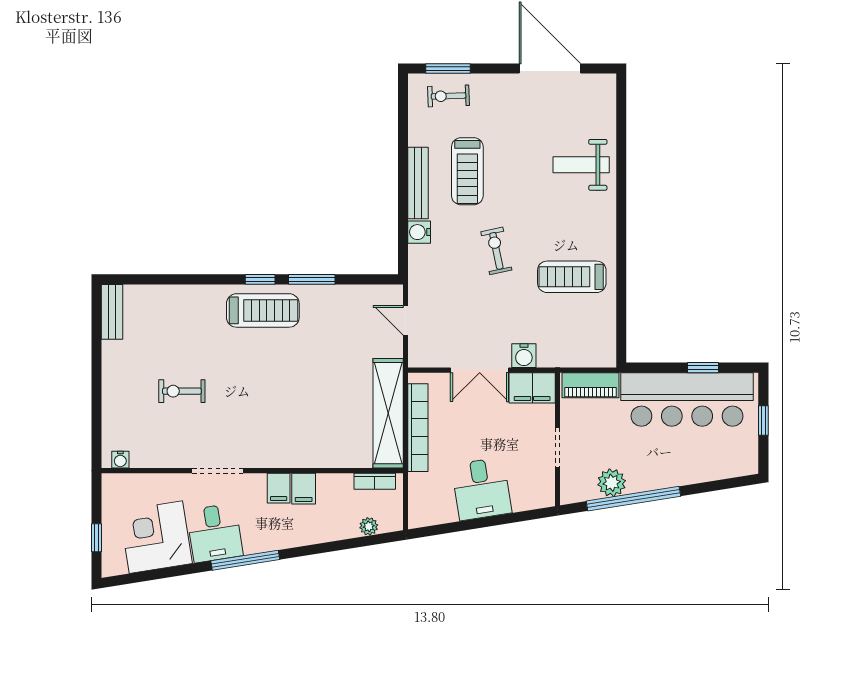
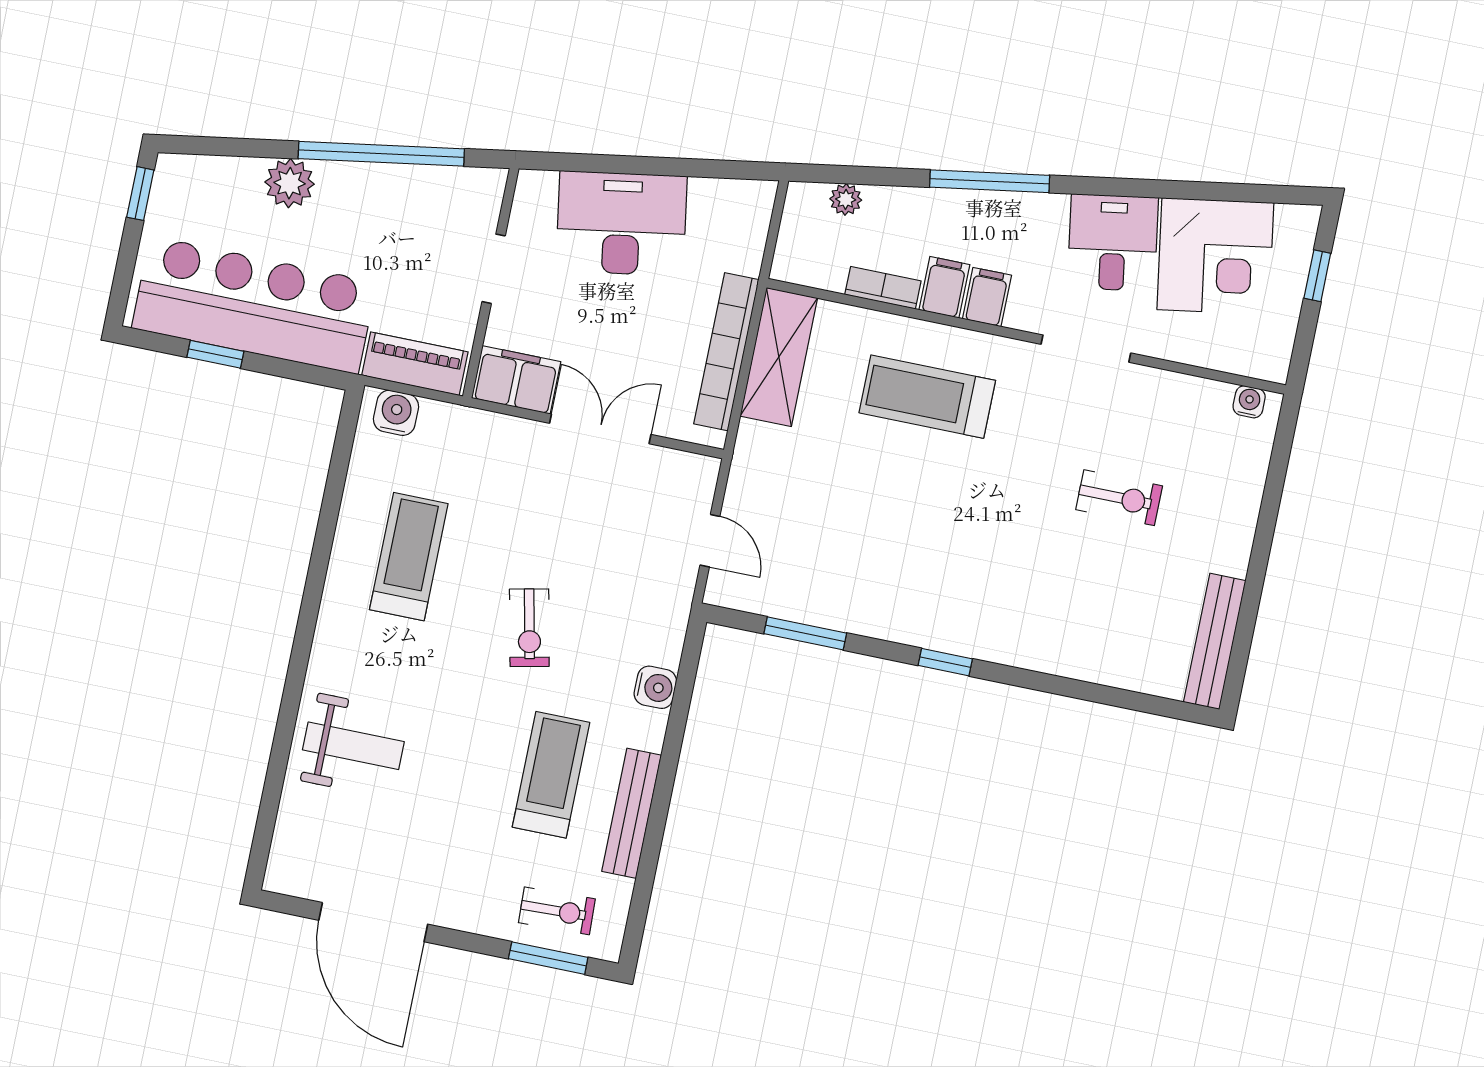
bench: (418, 183) -> (632, 813), moved
treadmill: (572, 277) -> (409, 557), turned -90
window: (312, 279) -> (805, 633), moved
treadmill: (263, 310) -> (927, 397), moved
bench: (112, 312) -> (1215, 641), width x1.36
water cooler: (524, 356) -> (396, 413), moved
shelving: (388, 413) -> (779, 357), width x0.68
window: (763, 421) -> (140, 194), moved
bookcase: (375, 481) -> (883, 288), moved
plant: (612, 483) -> (290, 183), moved
desk: (481, 489) -> (621, 223), width x1.37
window: (245, 560) -> (990, 181), moved

